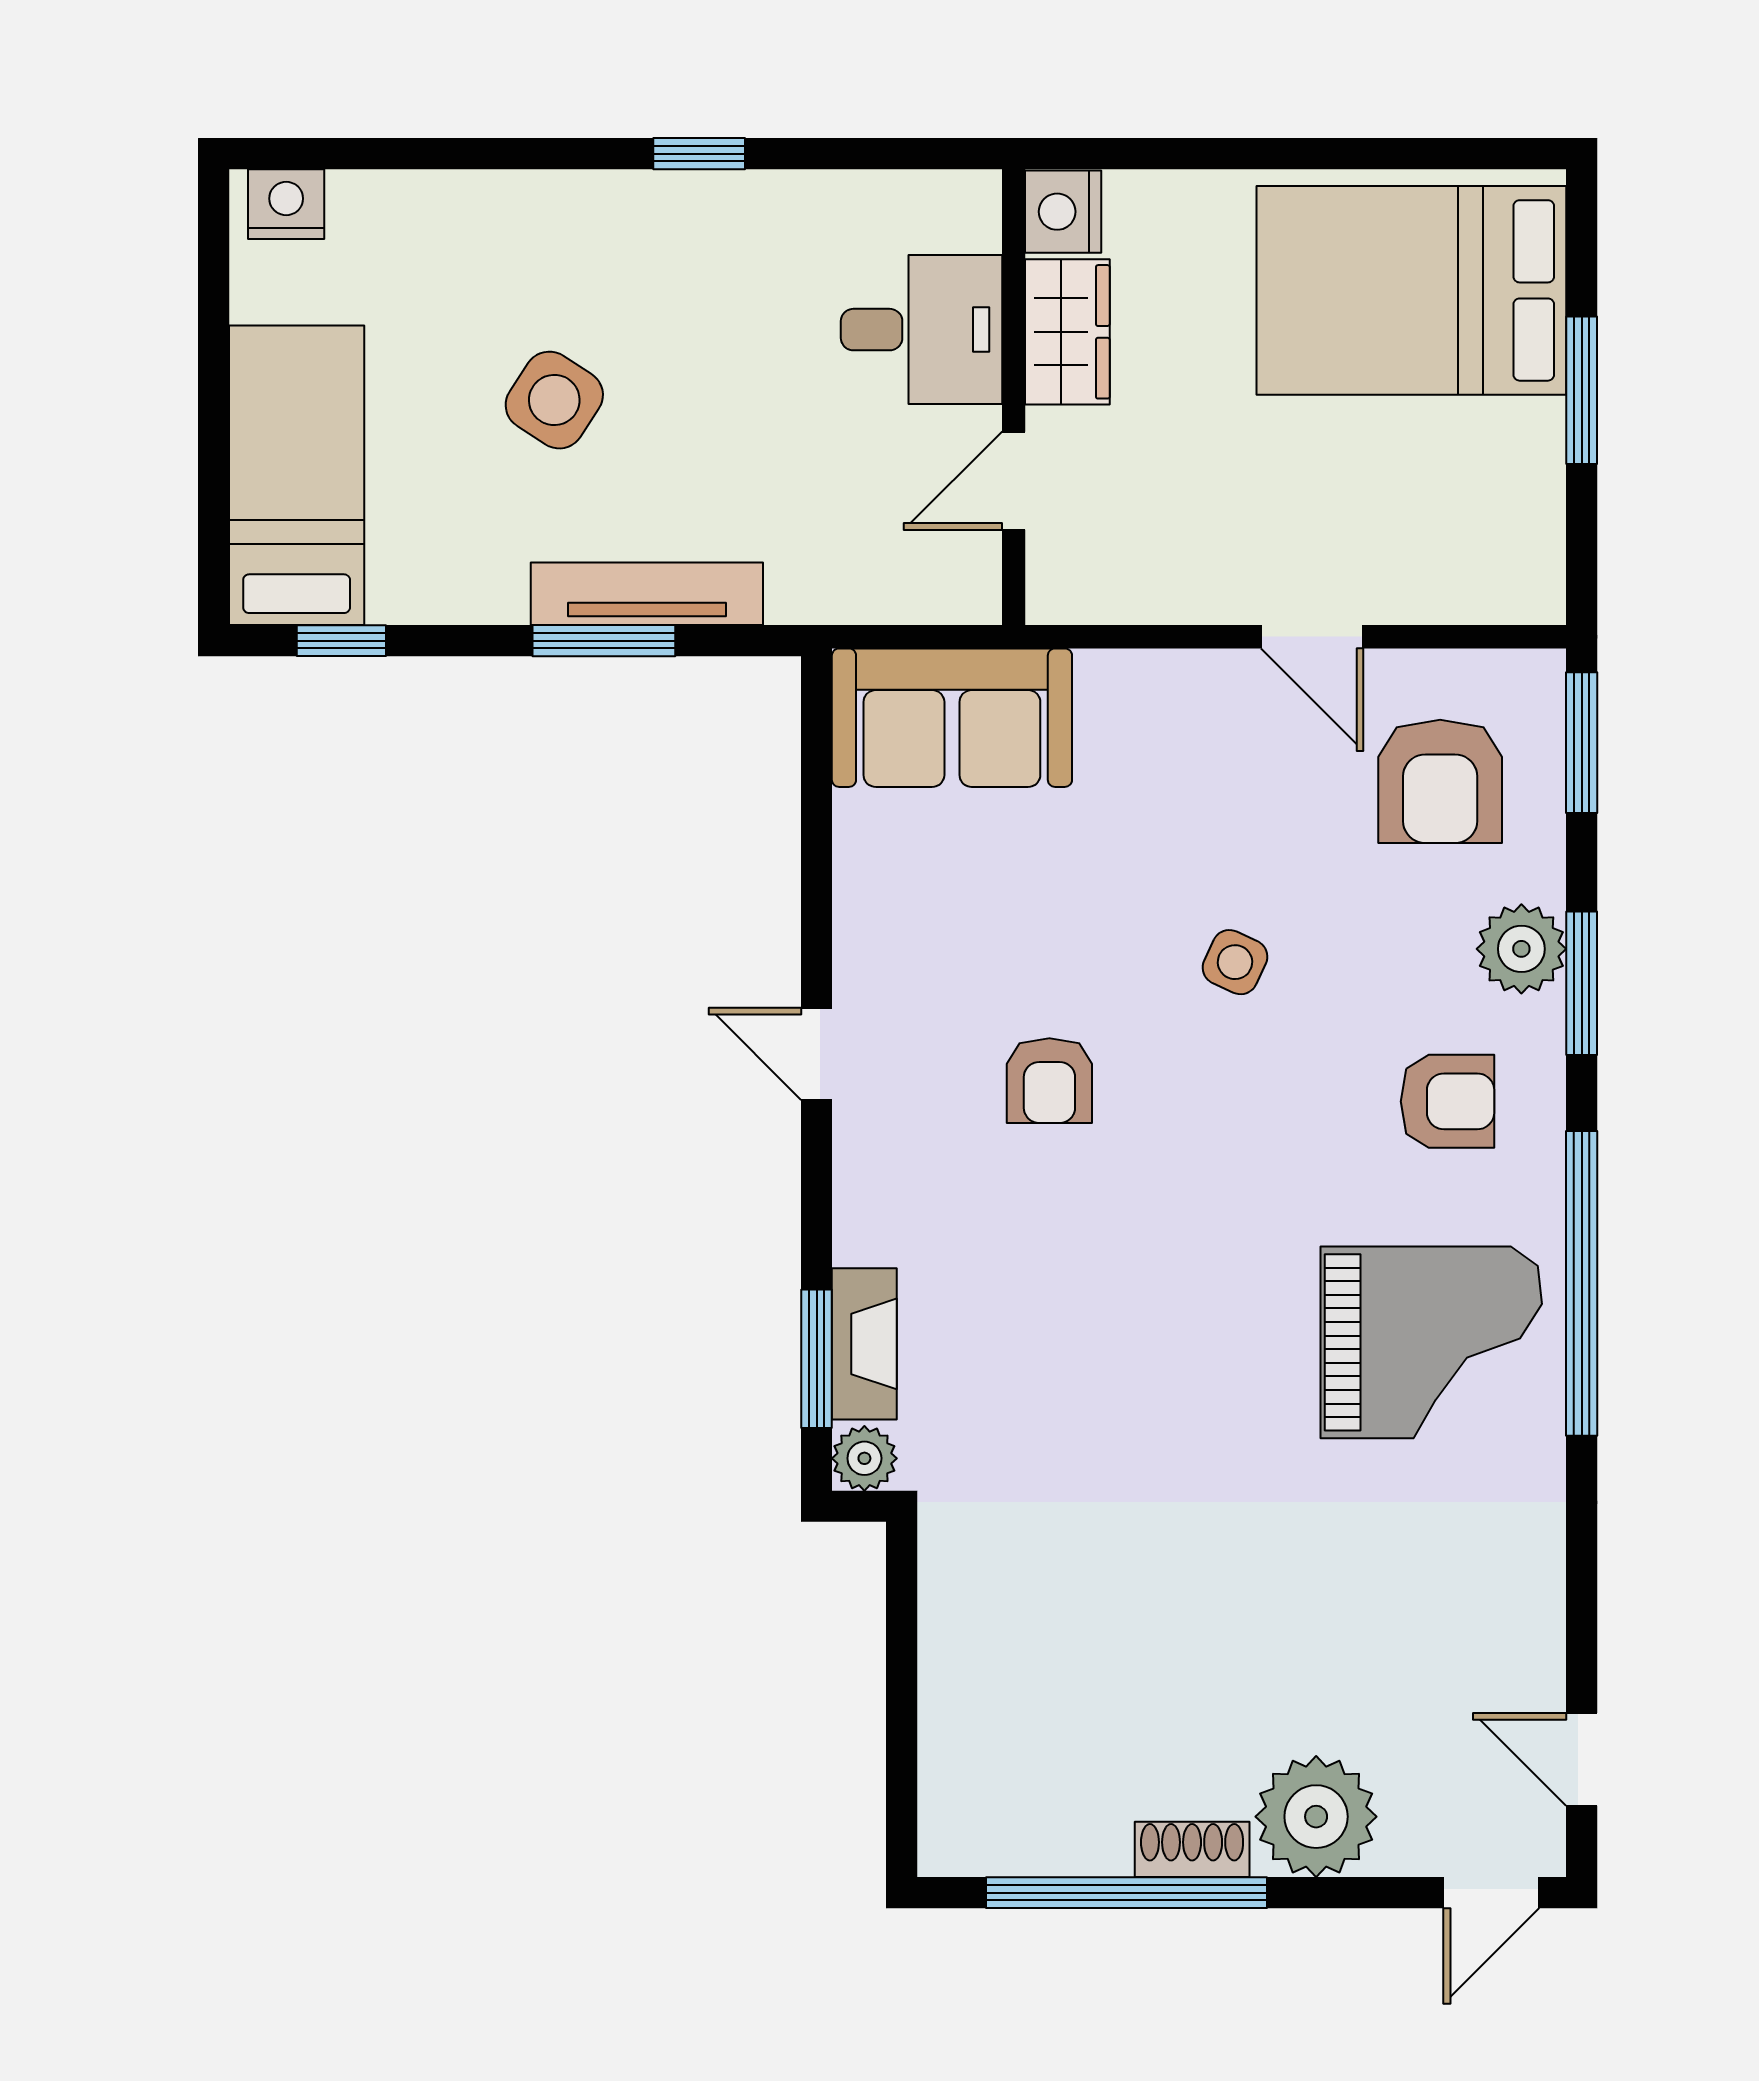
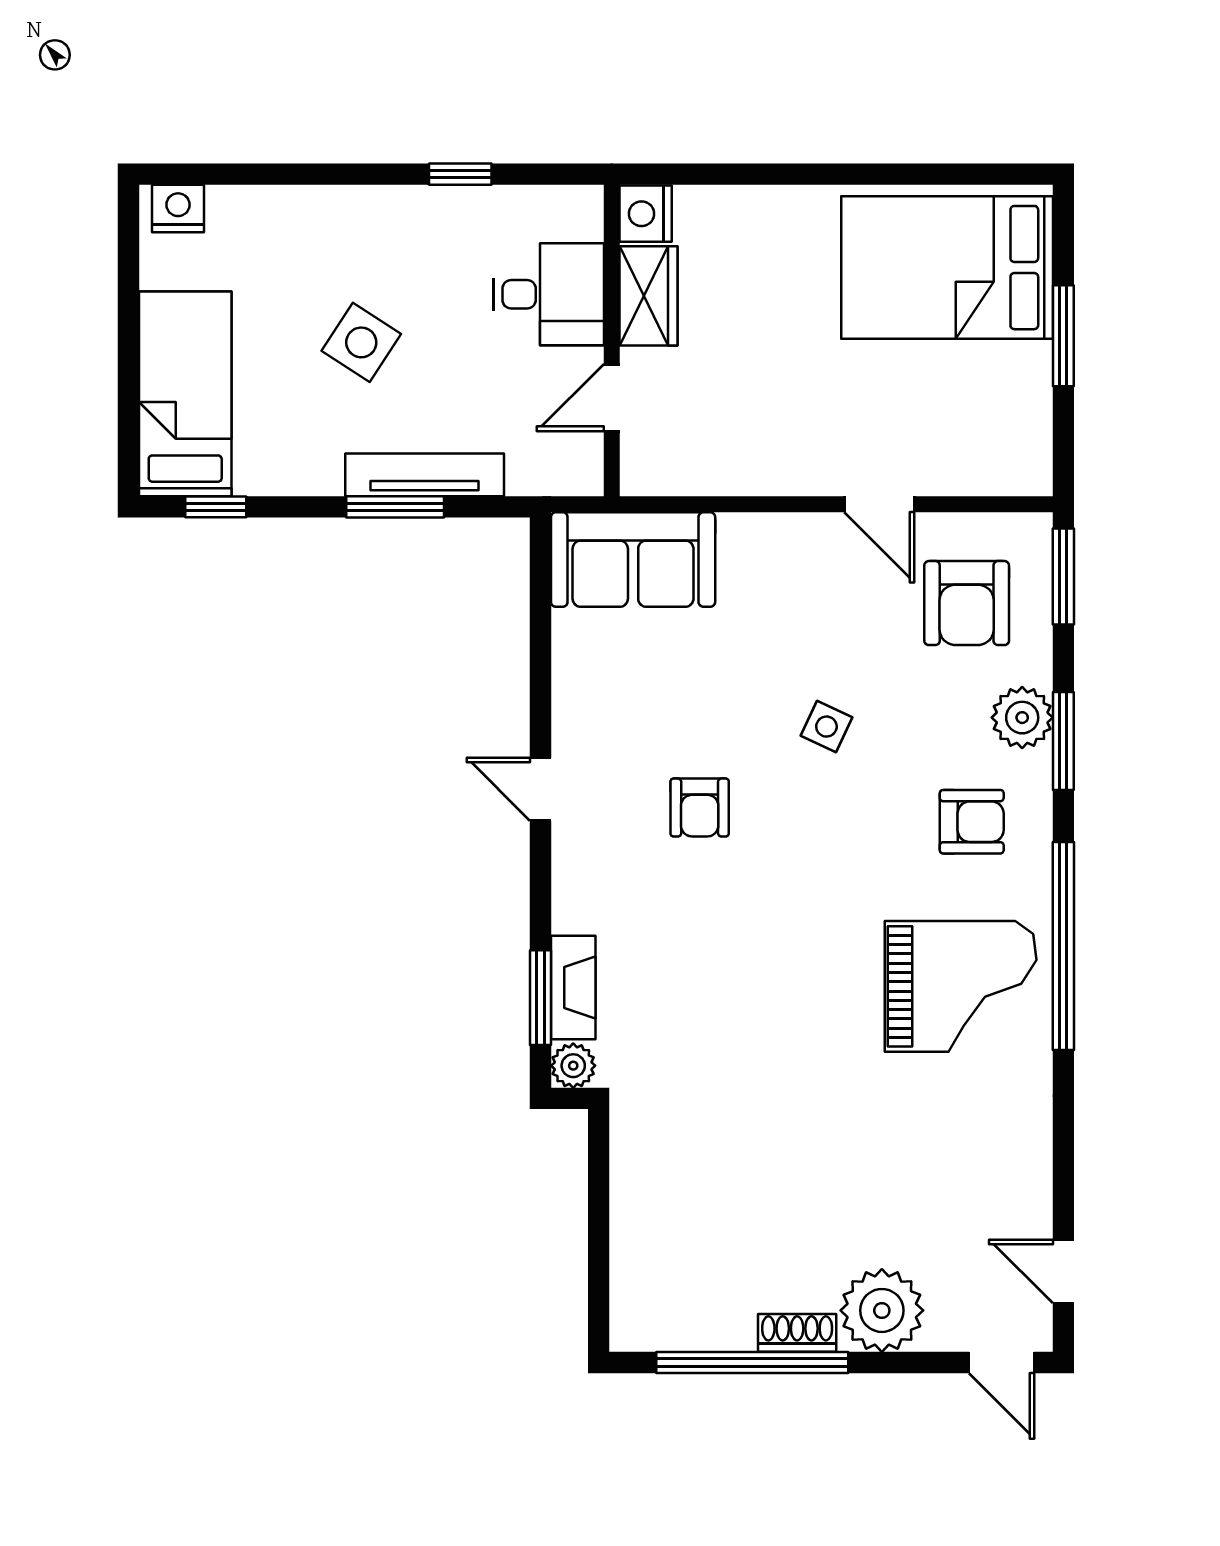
nightstand: (1063, 212) -> (646, 214), moved
desk: (921, 330) -> (549, 294), moved
wardrobe: (1067, 332) -> (649, 296), moved
wall: (1014, 397) -> (612, 340), moved
door: (1014, 481) -> (612, 398), moved
door: (1491, 1893) -> (1002, 1362), hinge flipped

